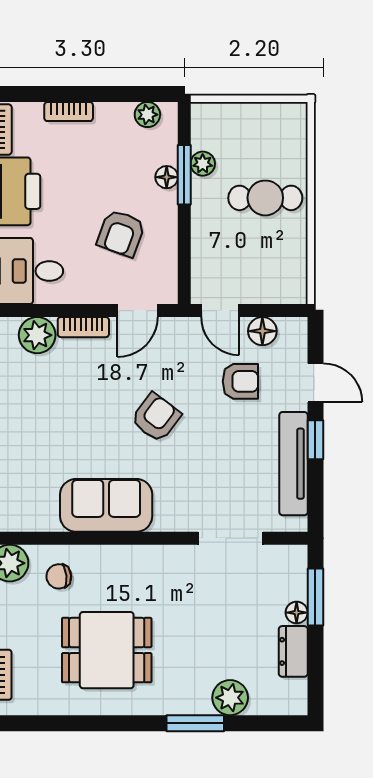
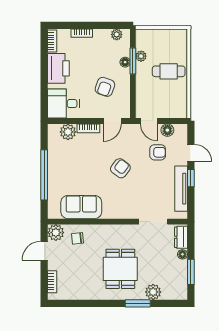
sofa: (106, 505) -> (81, 207), moved
window: (315, 597) -> (191, 272), moved
dining table: (107, 650) -> (120, 269), moved, turned 90
dresser: (293, 651) -> (181, 237), moved

